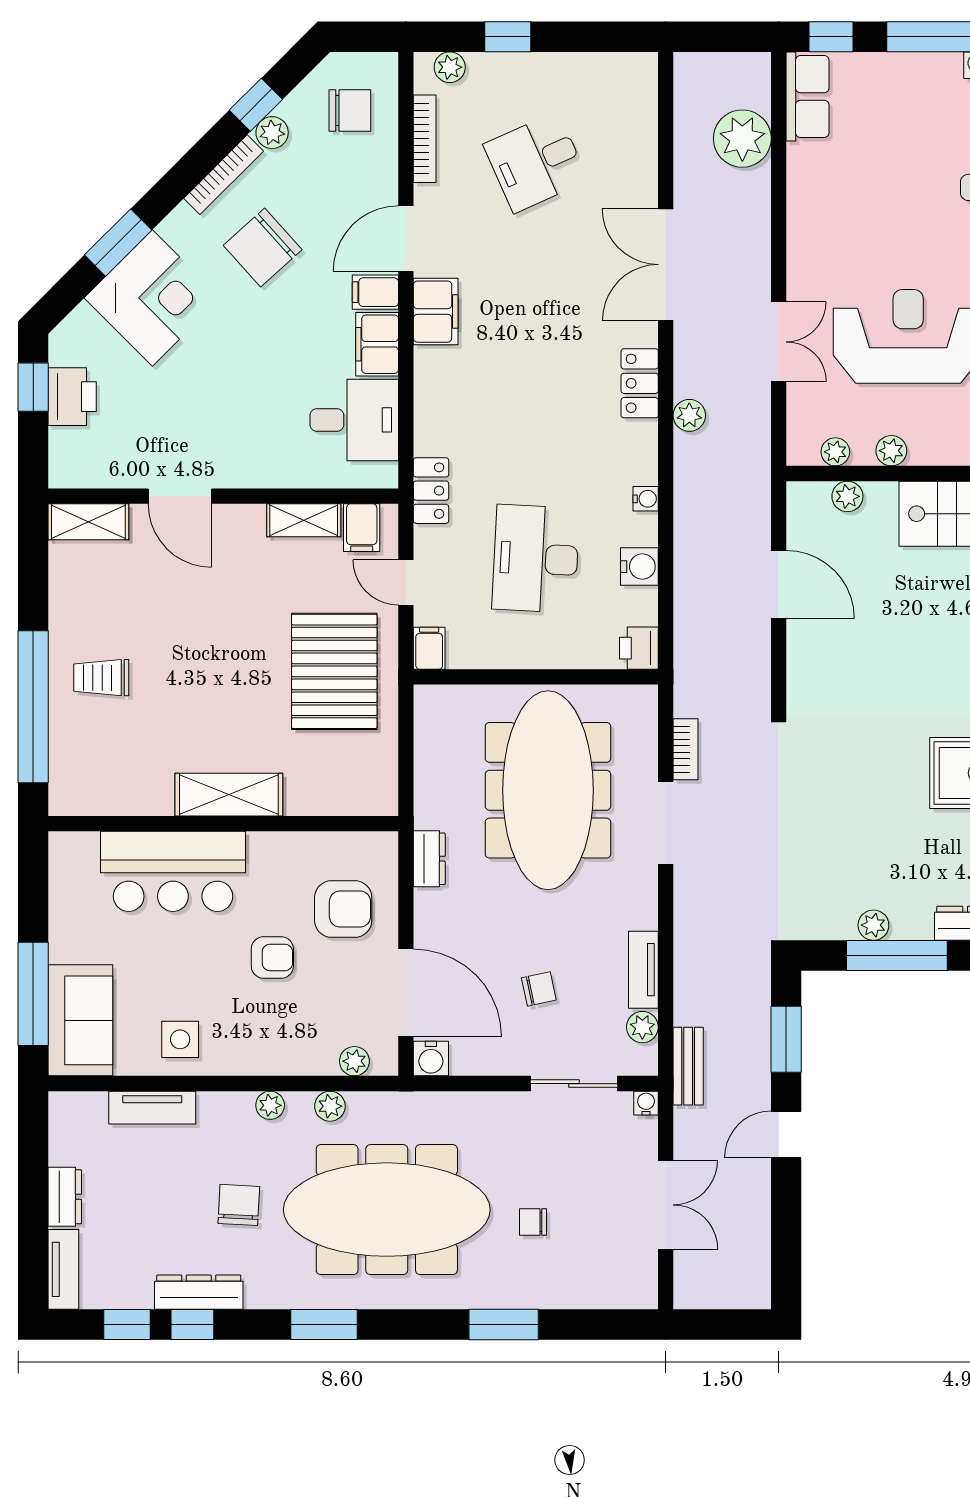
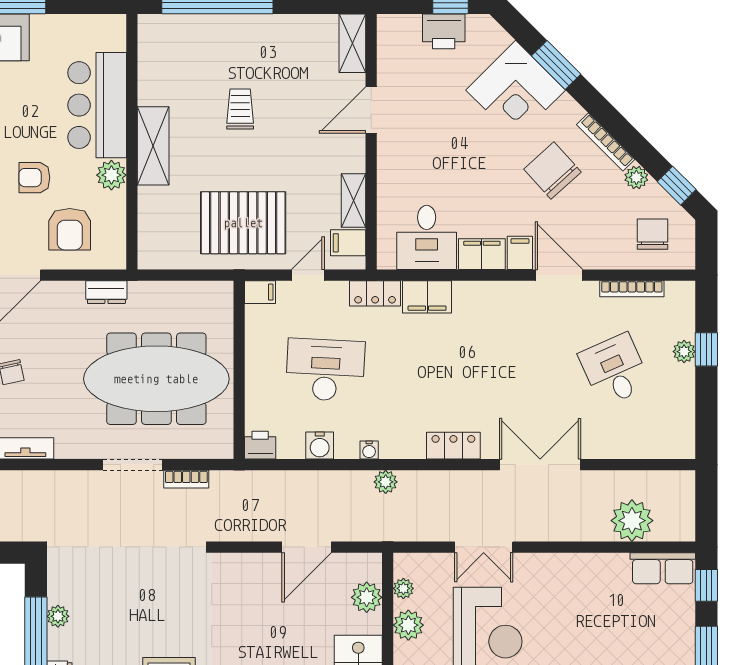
plant: (450, 67) -> (684, 352), moved
window: (256, 105) -> (677, 186), moved
chair: (350, 110) -> (653, 234), turned 180
filing cabinet: (436, 312) -> (427, 297), moved
plant: (689, 415) -> (386, 482), moved
plant: (891, 451) -> (408, 625), width x1.38, depth x1.38
plant: (847, 496) -> (367, 597), width x1.38, depth x1.38
trolley: (101, 678) -> (240, 109), moved
plant: (269, 852) -> (111, 175), added
armchair: (272, 957) -> (34, 178), turned 90

